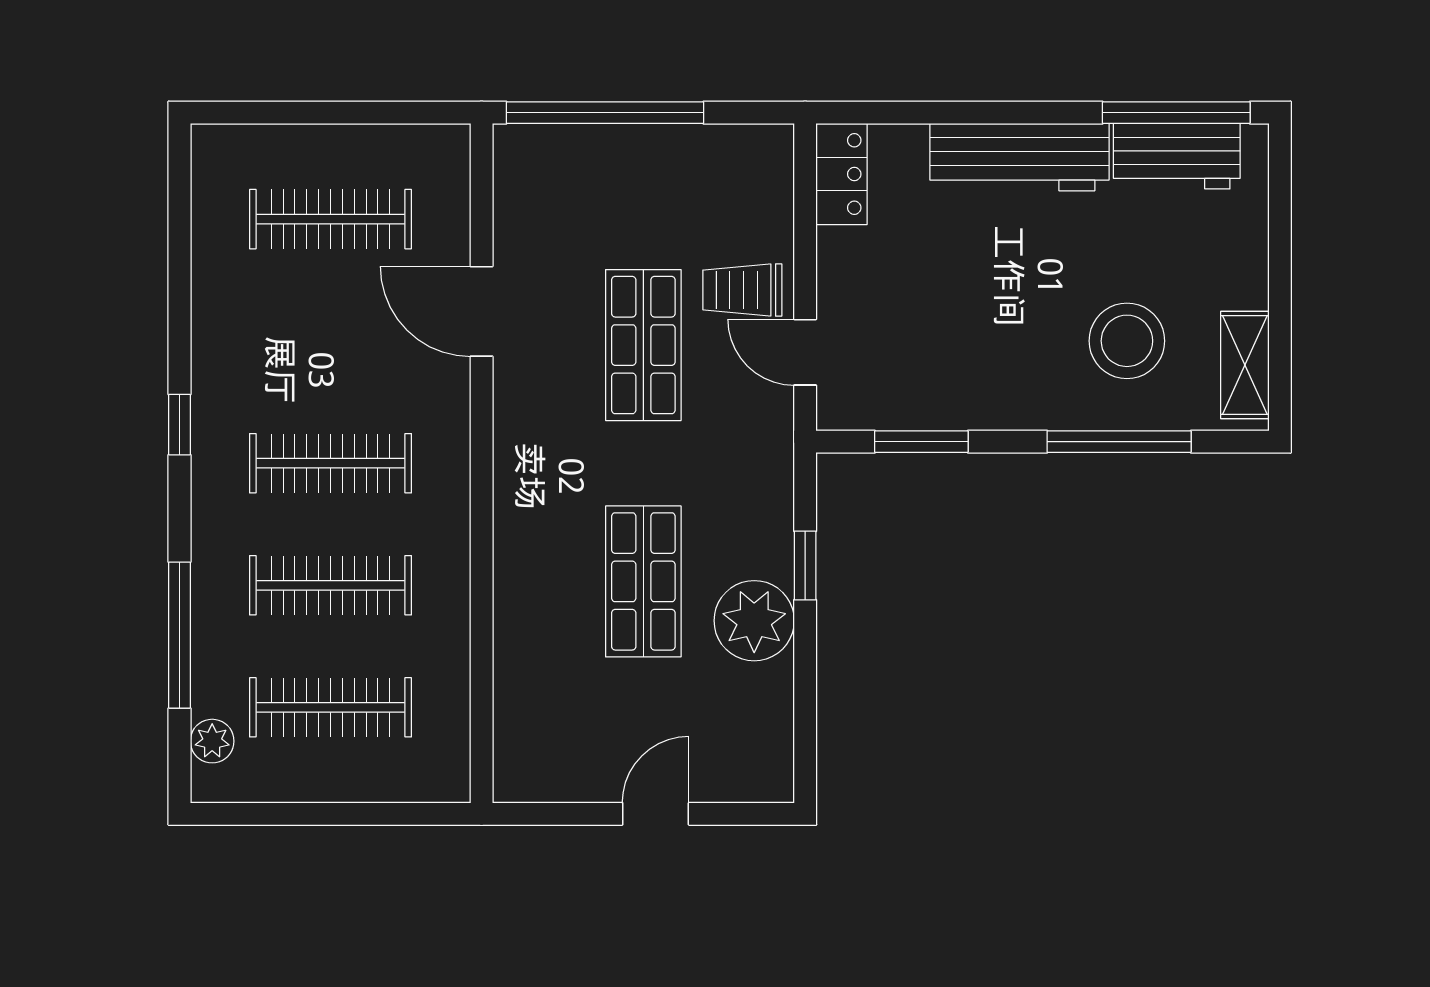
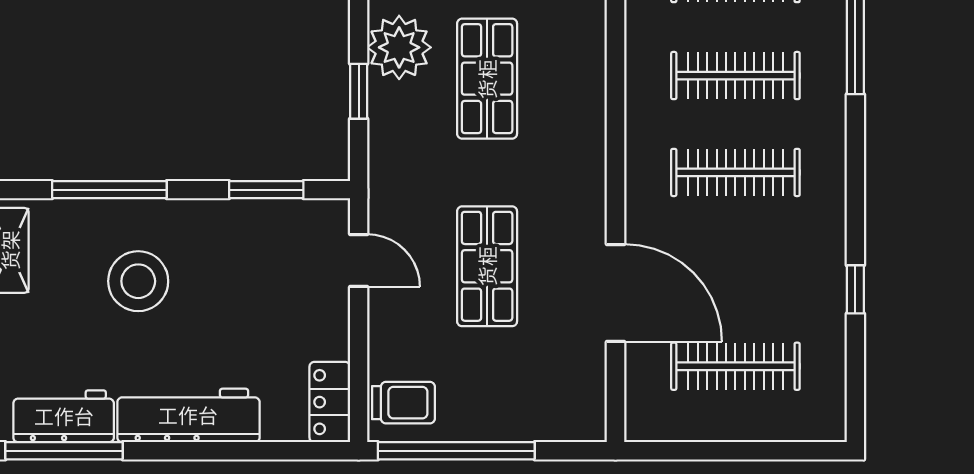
window: (605, 113) -> (456, 451), moved
trolley: (742, 290) -> (403, 403), moved
door: (482, 311) -> (616, 293), width x1.36
stool: (1127, 341) -> (138, 281), moved
window: (180, 425) -> (855, 289), moved

